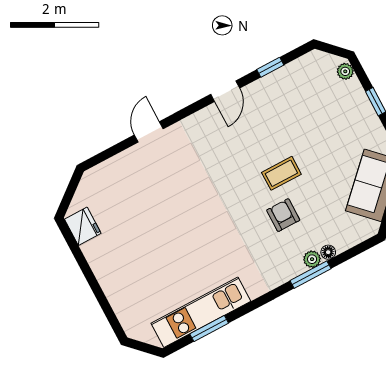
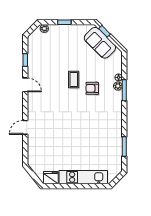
door: (149, 132) -> (25, 127), hinge flipped
kitchen unit: (201, 312) -> (83, 177), moved, turned 90

